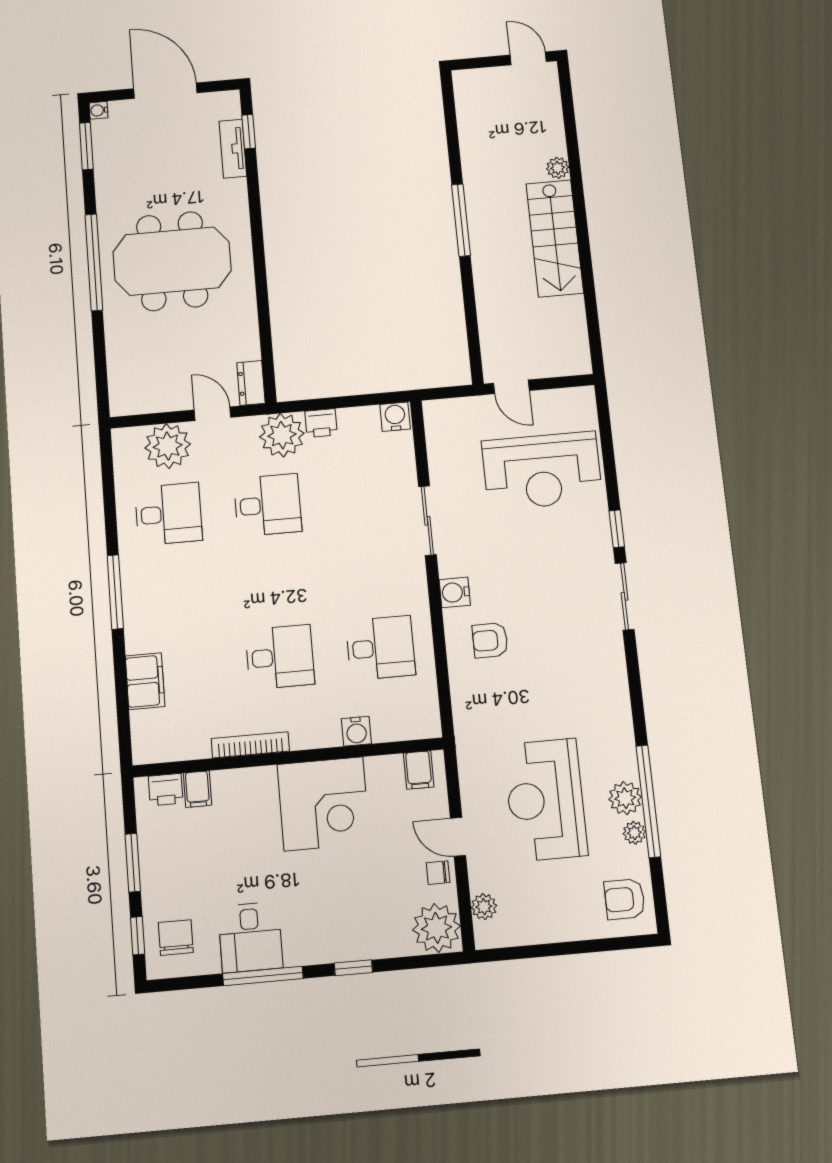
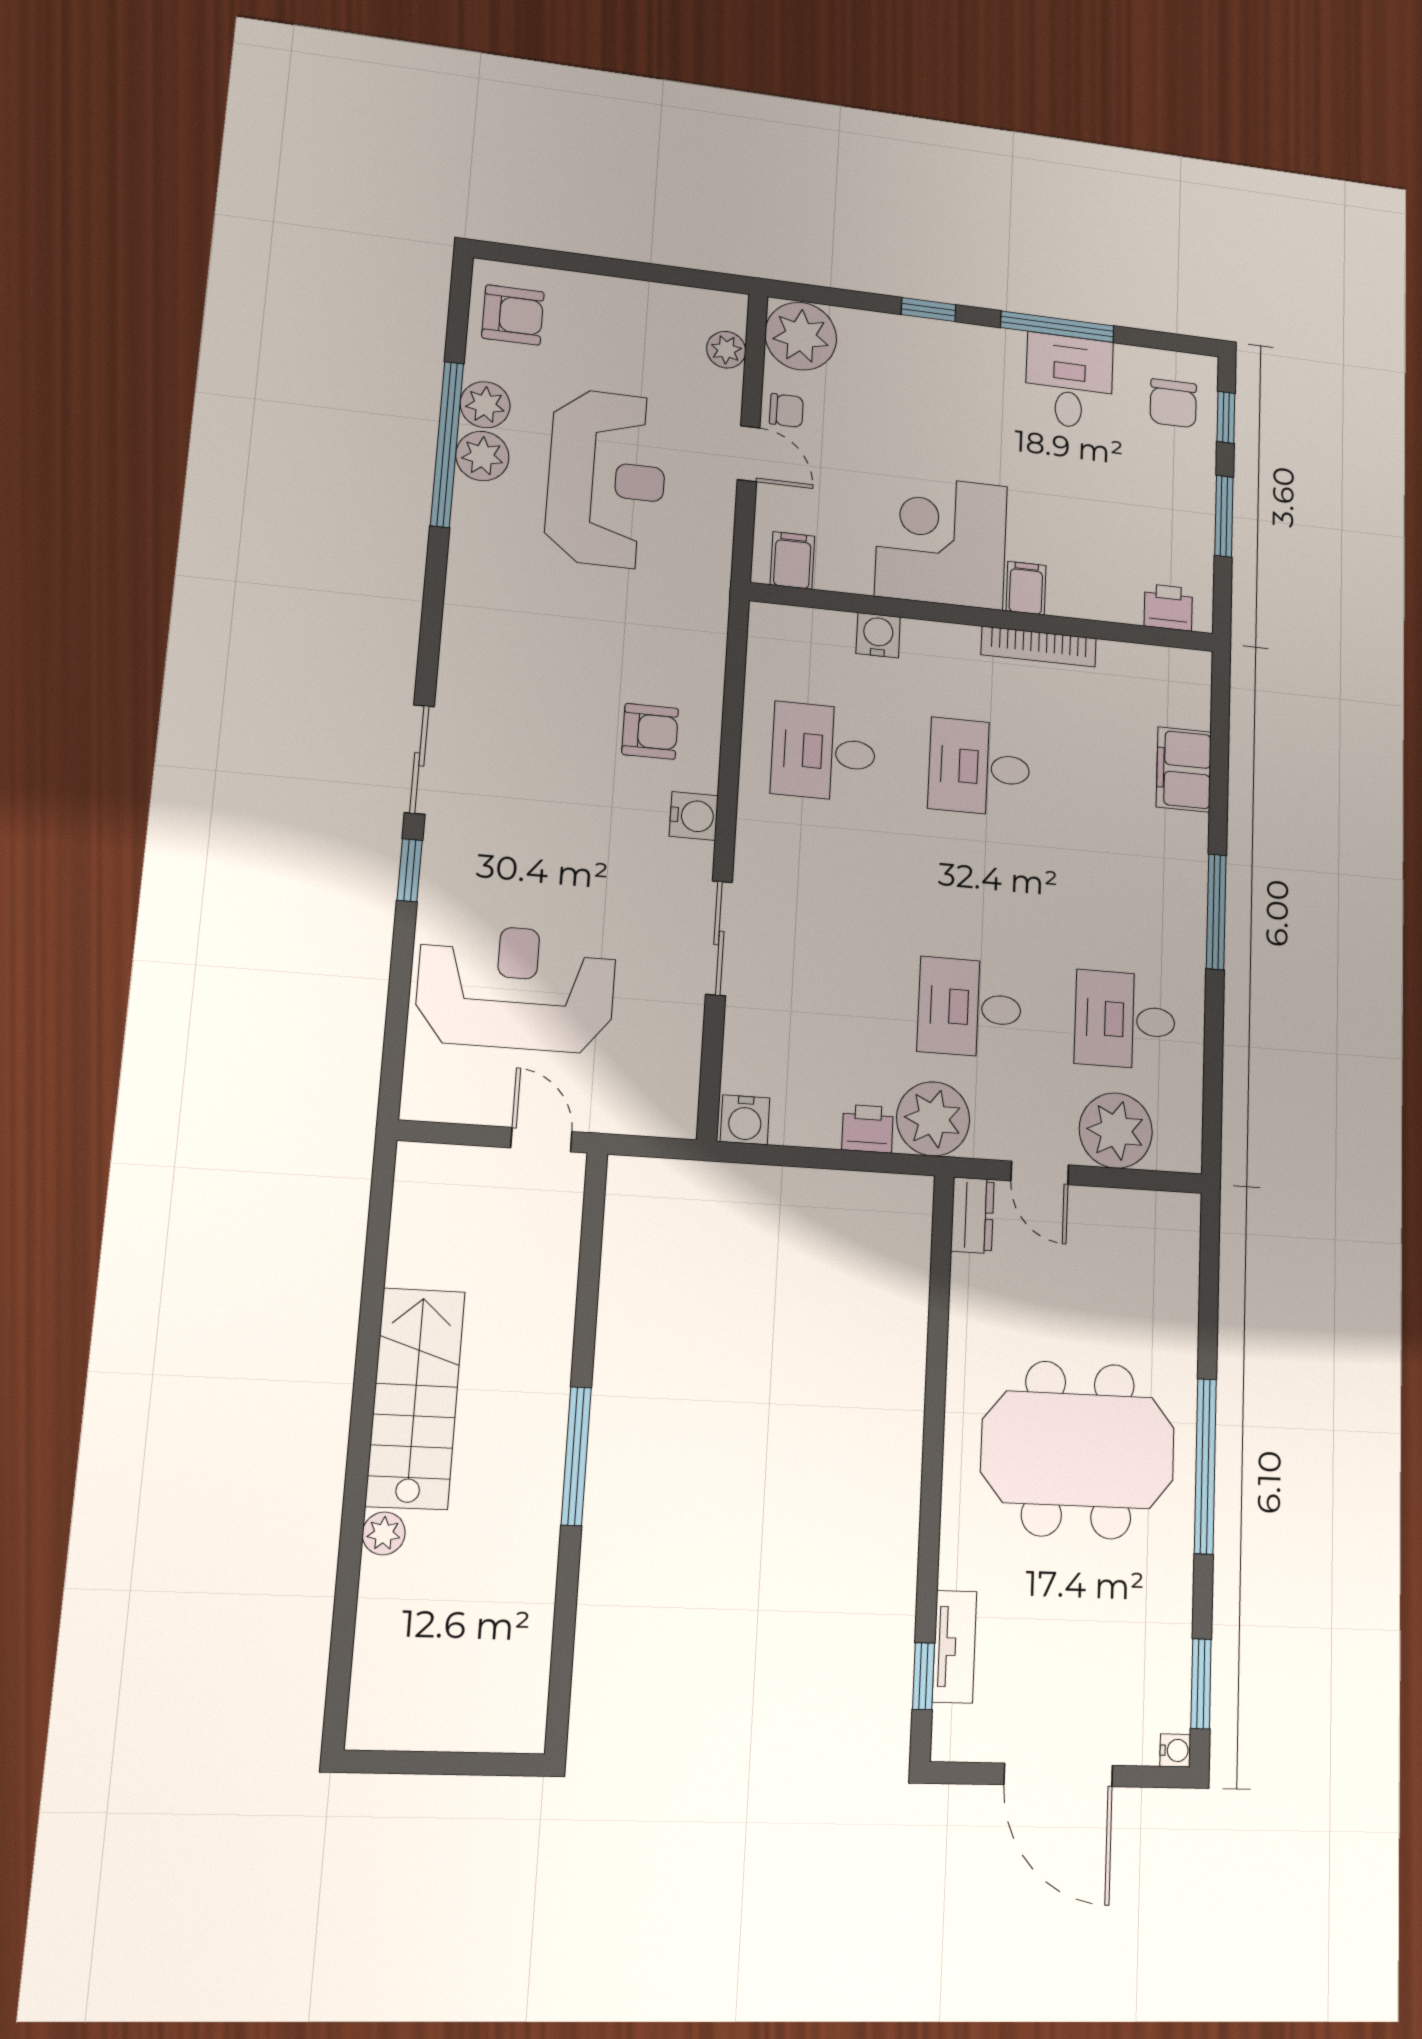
door: (528, 58) -> (397, 1762), removed
filing cabinet: (197, 789) -> (1026, 588), moved
plant: (634, 833) -> (485, 405), width x1.38, depth x1.38

